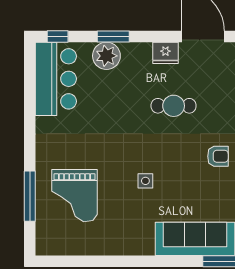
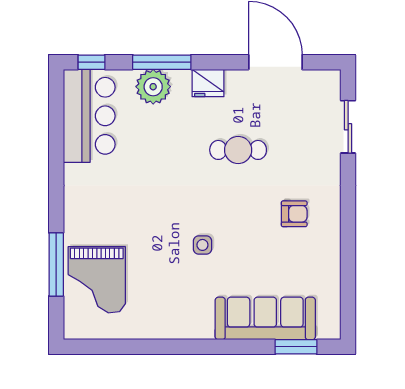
window: (113, 36) -> (162, 62), width x1.44
fridge: (165, 53) -> (208, 83), moved
grand piano: (74, 196) -> (97, 280), moved

